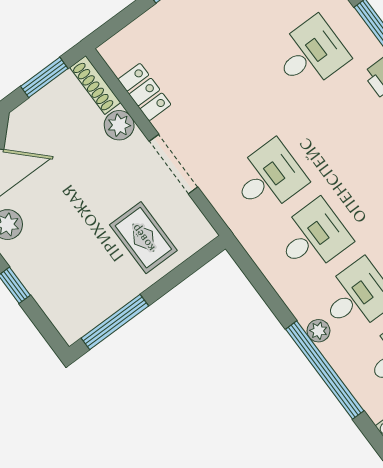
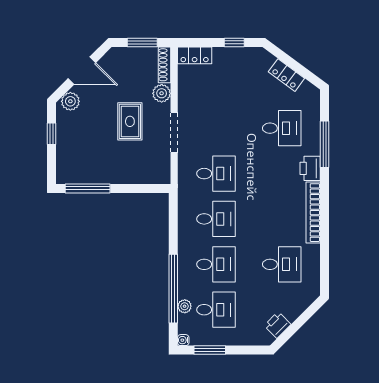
locker: (144, 92) -> (195, 55), moved, turned 90
rug: (143, 238) -> (130, 121), moved
plant: (318, 331) -> (185, 306), moved

